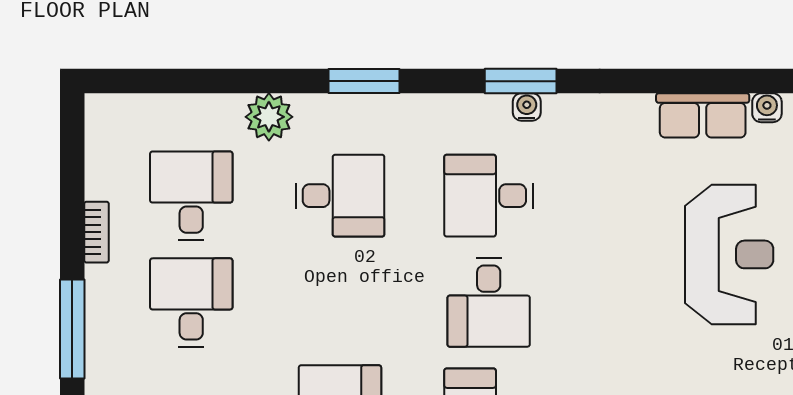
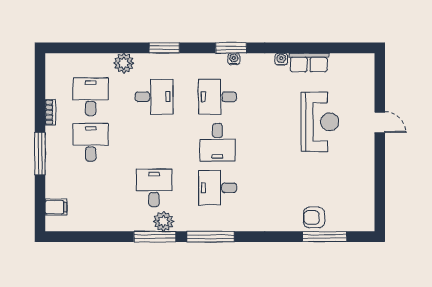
water cooler: (767, 108) -> (281, 59), moved

